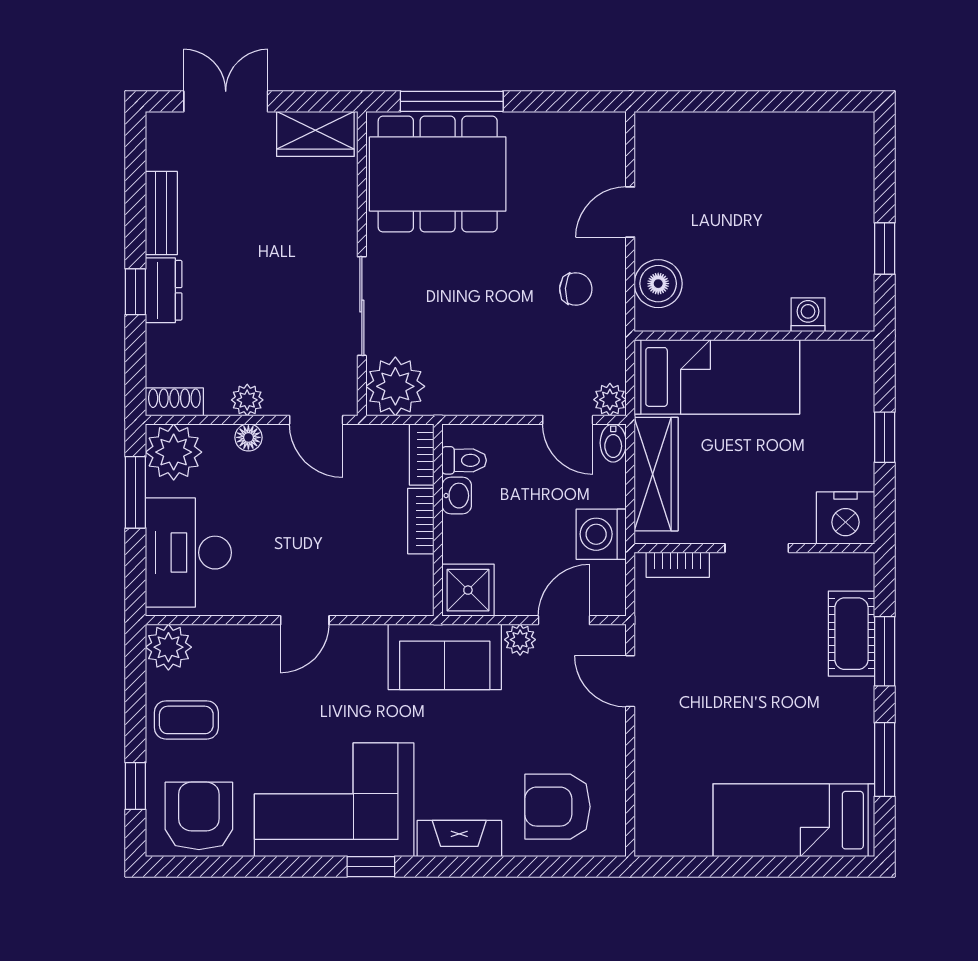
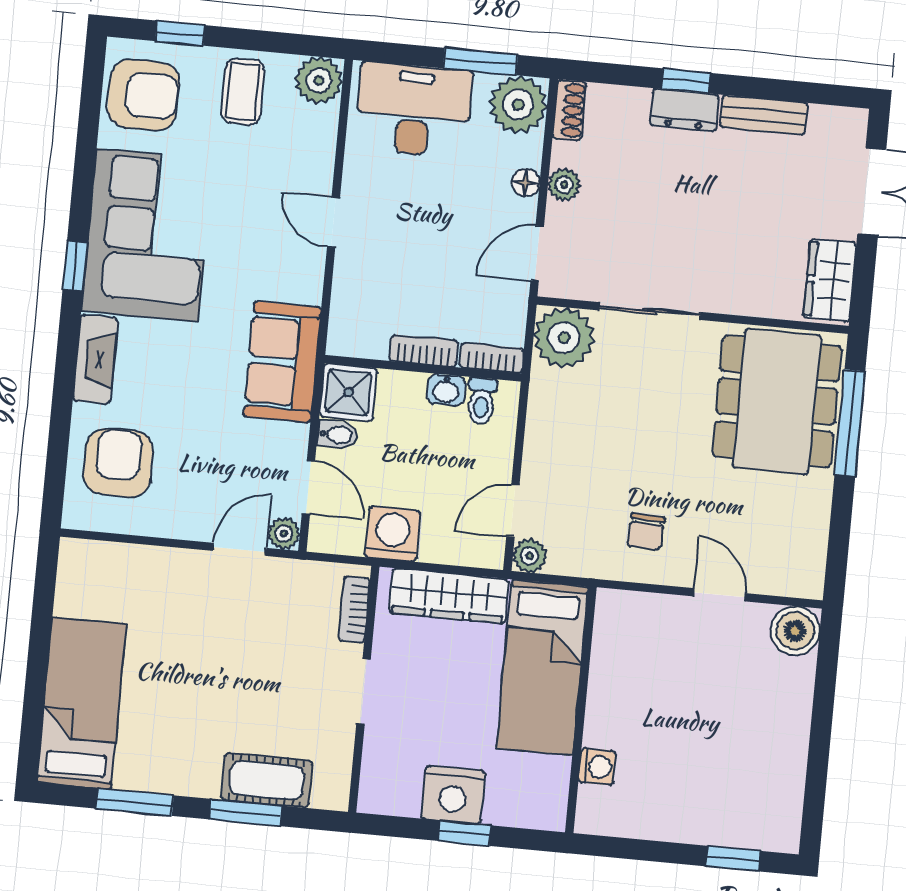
window: (885, 249) -> (733, 859), moved
boiler: (658, 284) -> (795, 631), moved
bidet: (613, 443) -> (337, 435), moved, turned 180
nightstand: (846, 518) -> (453, 795), moved, turned -90
plant: (520, 640) -> (284, 533), moved

